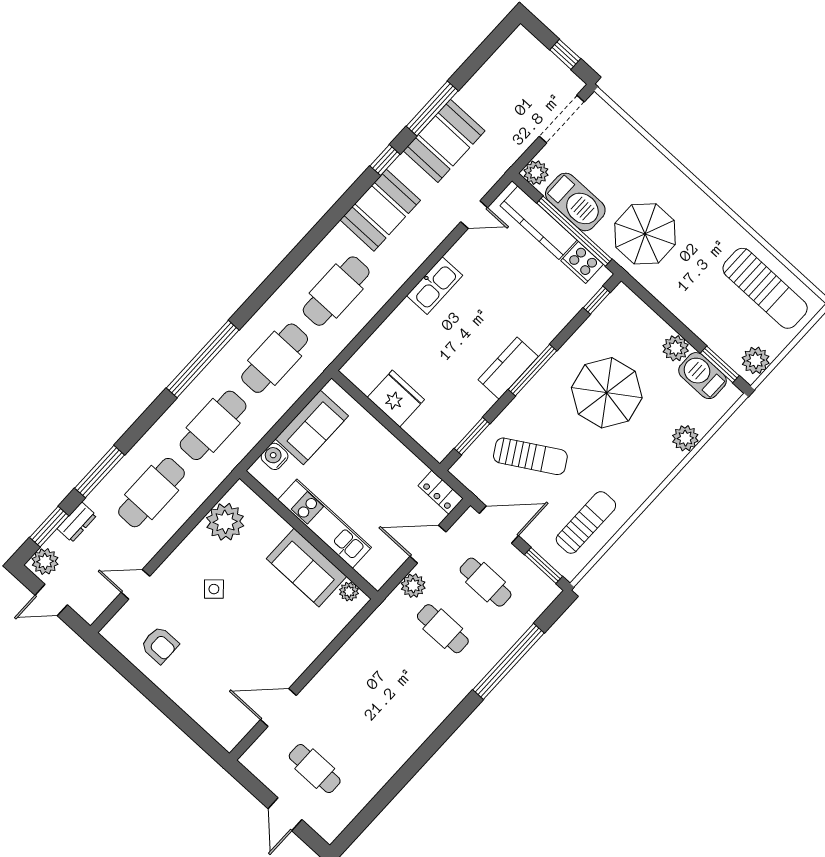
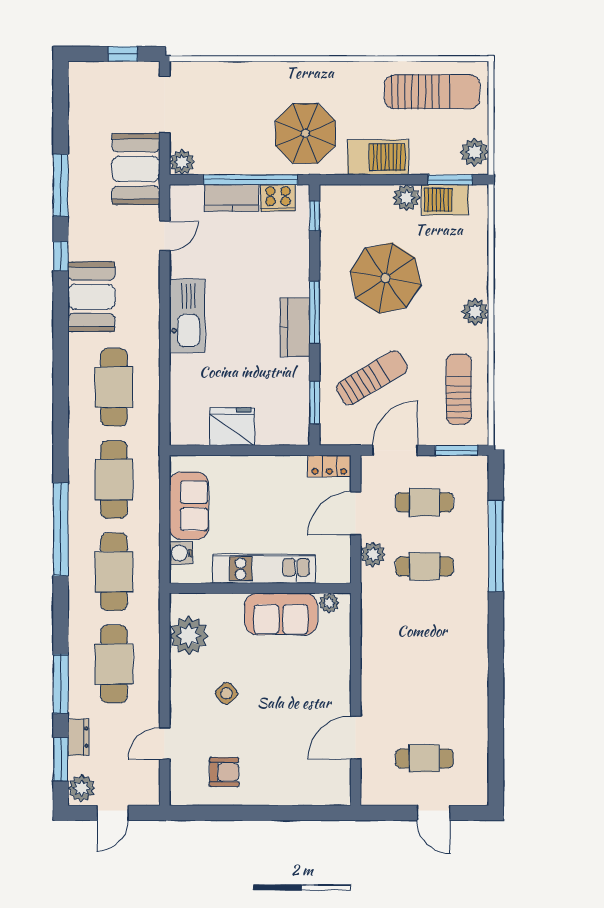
booth: (444, 141) -> (136, 169), moved
barbecue: (575, 202) -> (378, 157), moved
kitchen counter: (538, 223) -> (232, 198), width x0.67
kitchen sink: (435, 286) -> (187, 316), width x1.36, depth x1.24
plant: (685, 438) -> (475, 312), moved

